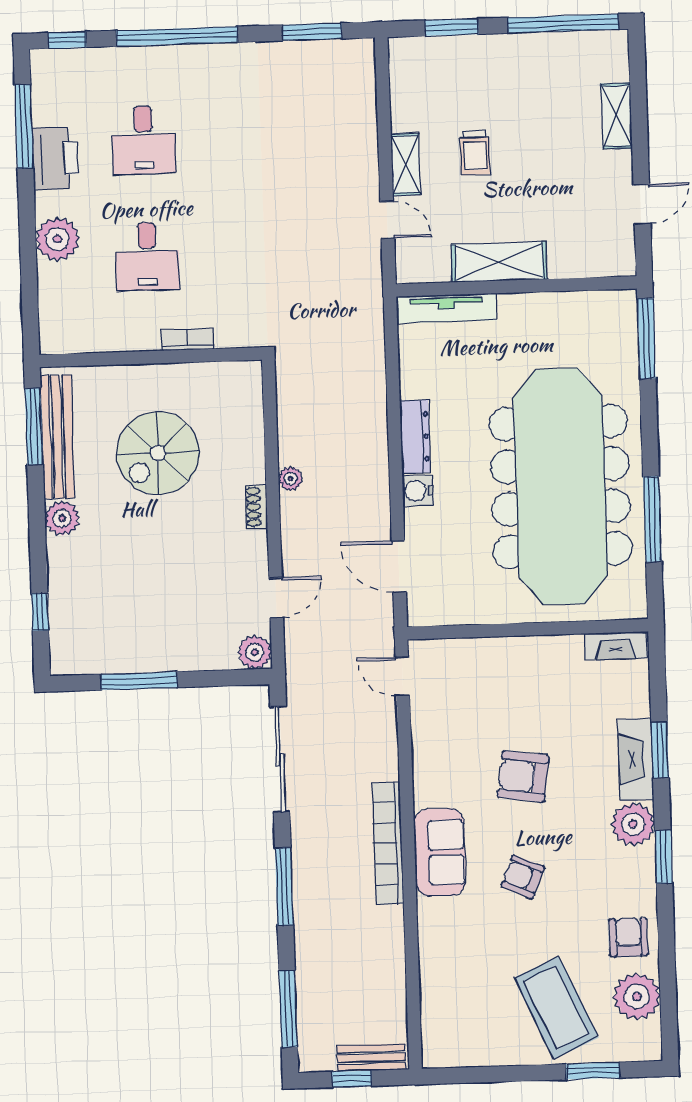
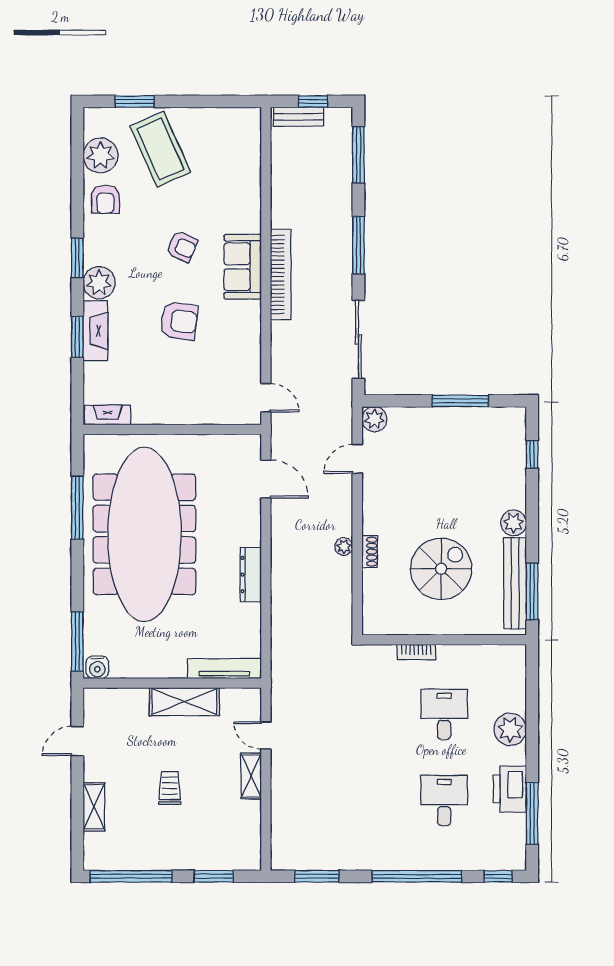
trolley: (475, 153) -> (170, 788), moved
water cooler: (418, 491) -> (97, 667), moved, turned 90
shoe rack: (256, 507) -> (370, 552), moved

